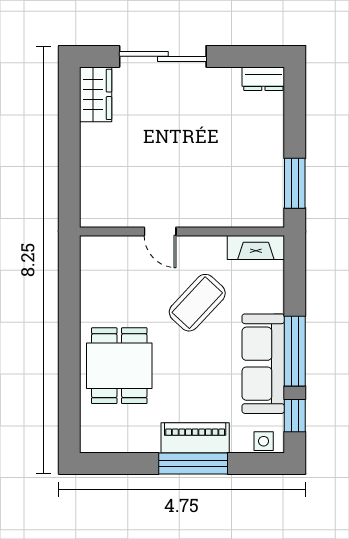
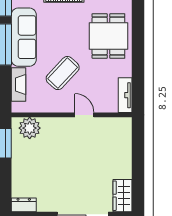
plant: (253, 209) -> (30, 128), added
fireplace: (256, 248) -> (18, 84), moved, turned 90
tv unit: (91, 265) -> (125, 95), added

